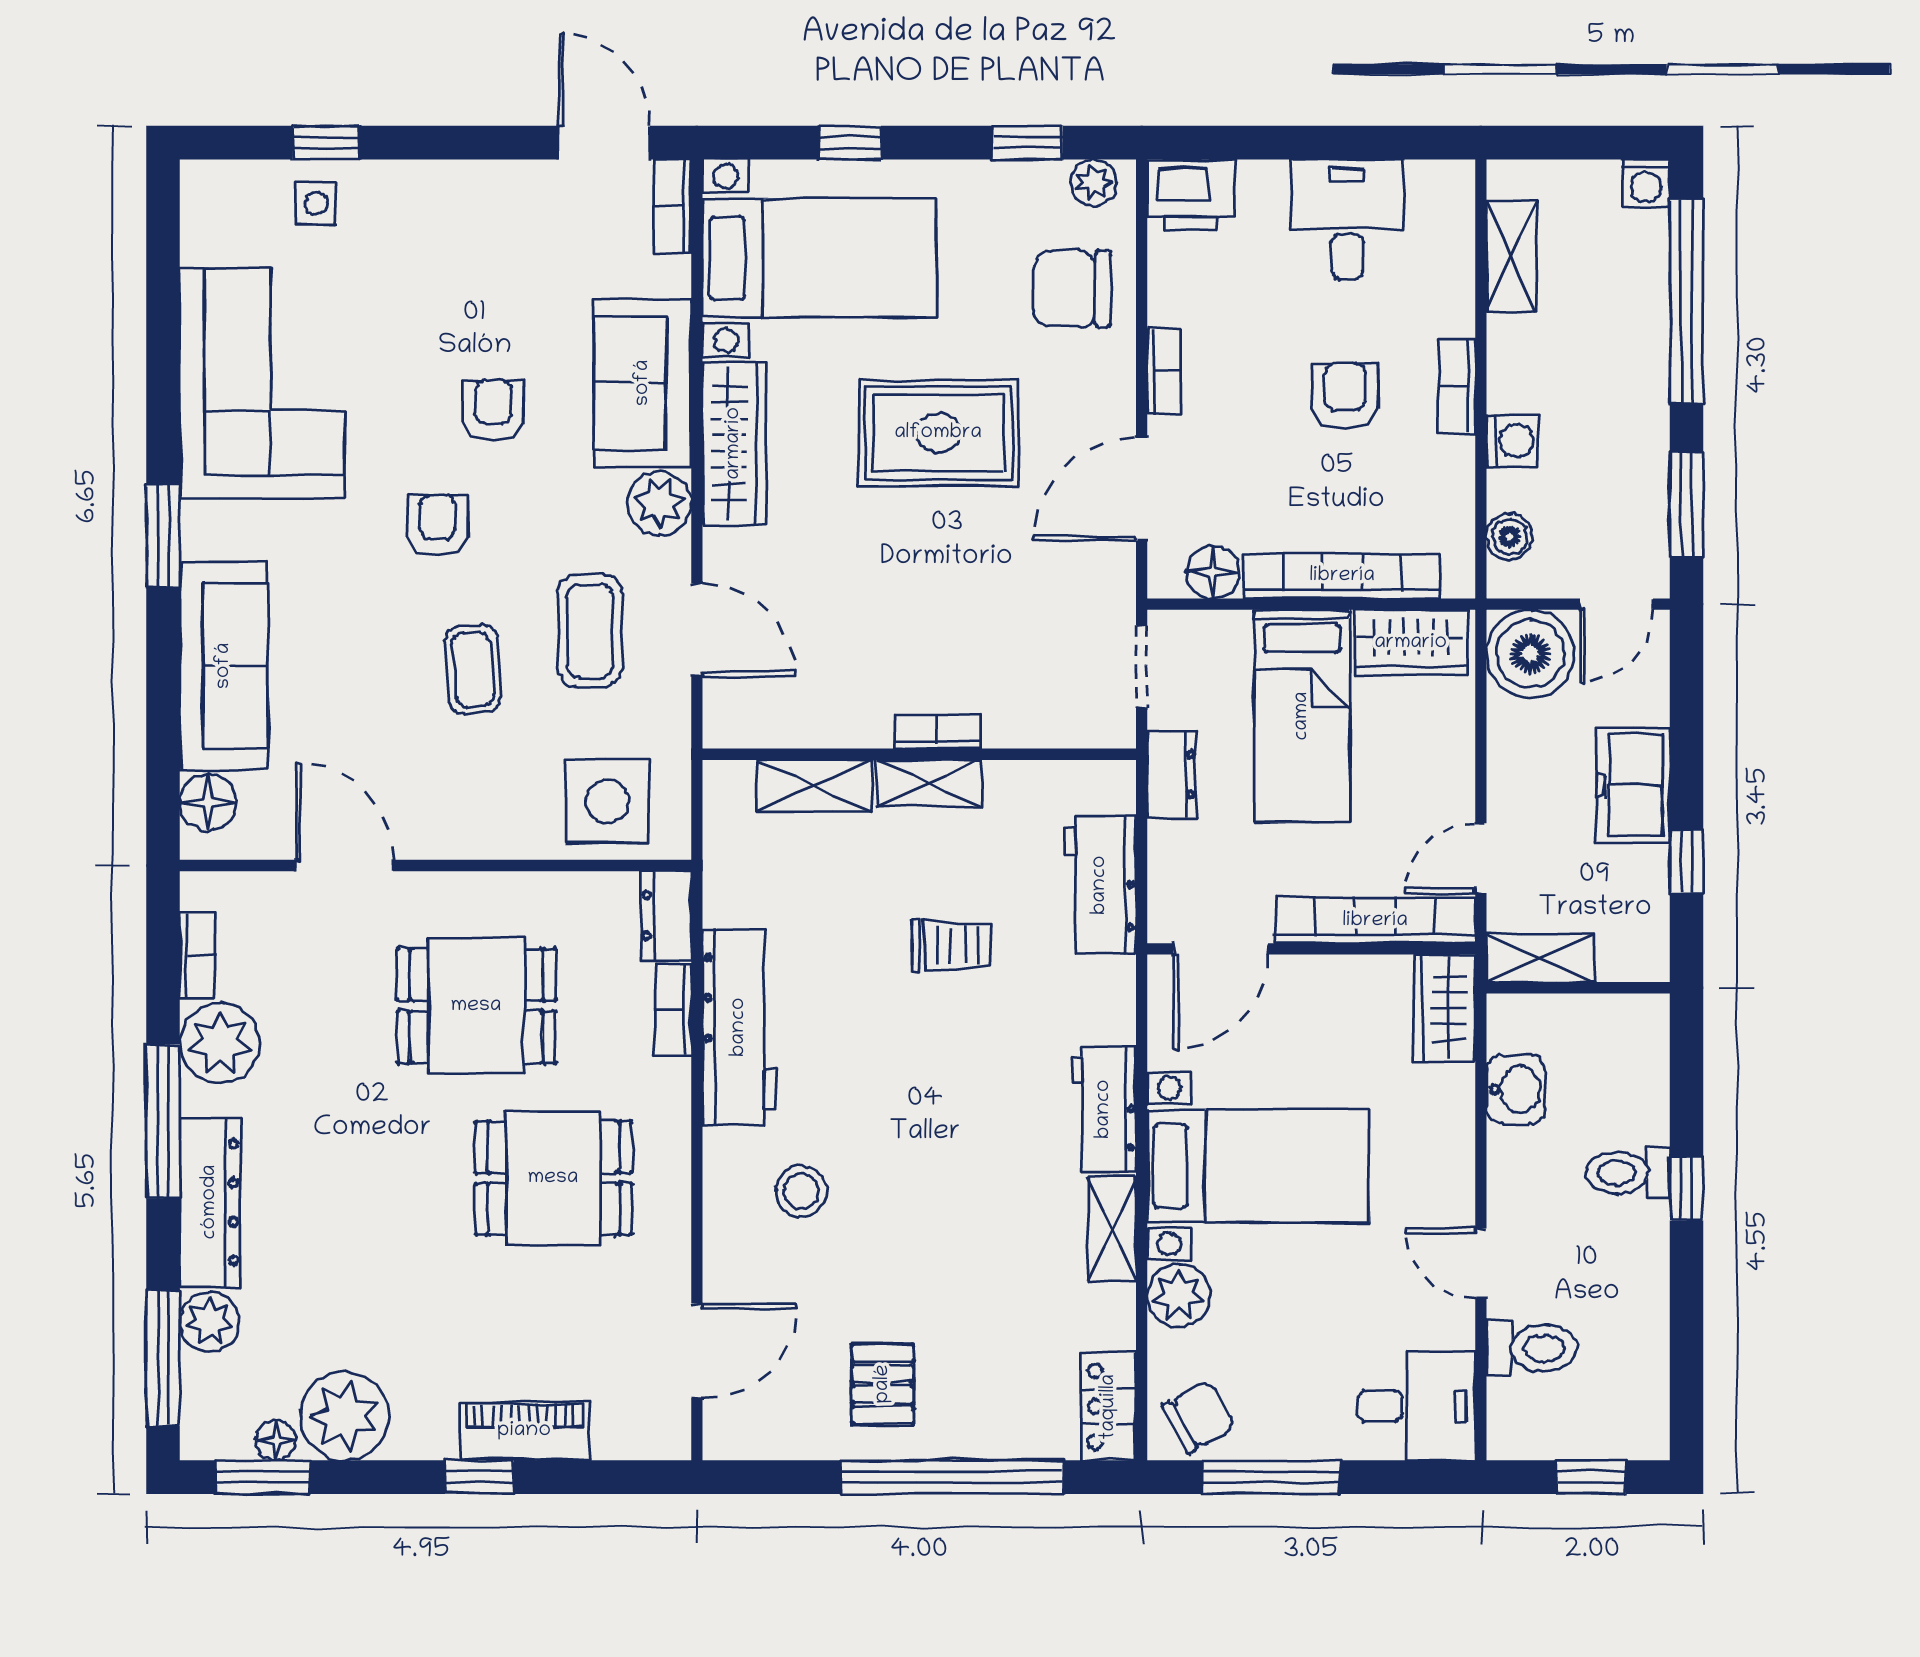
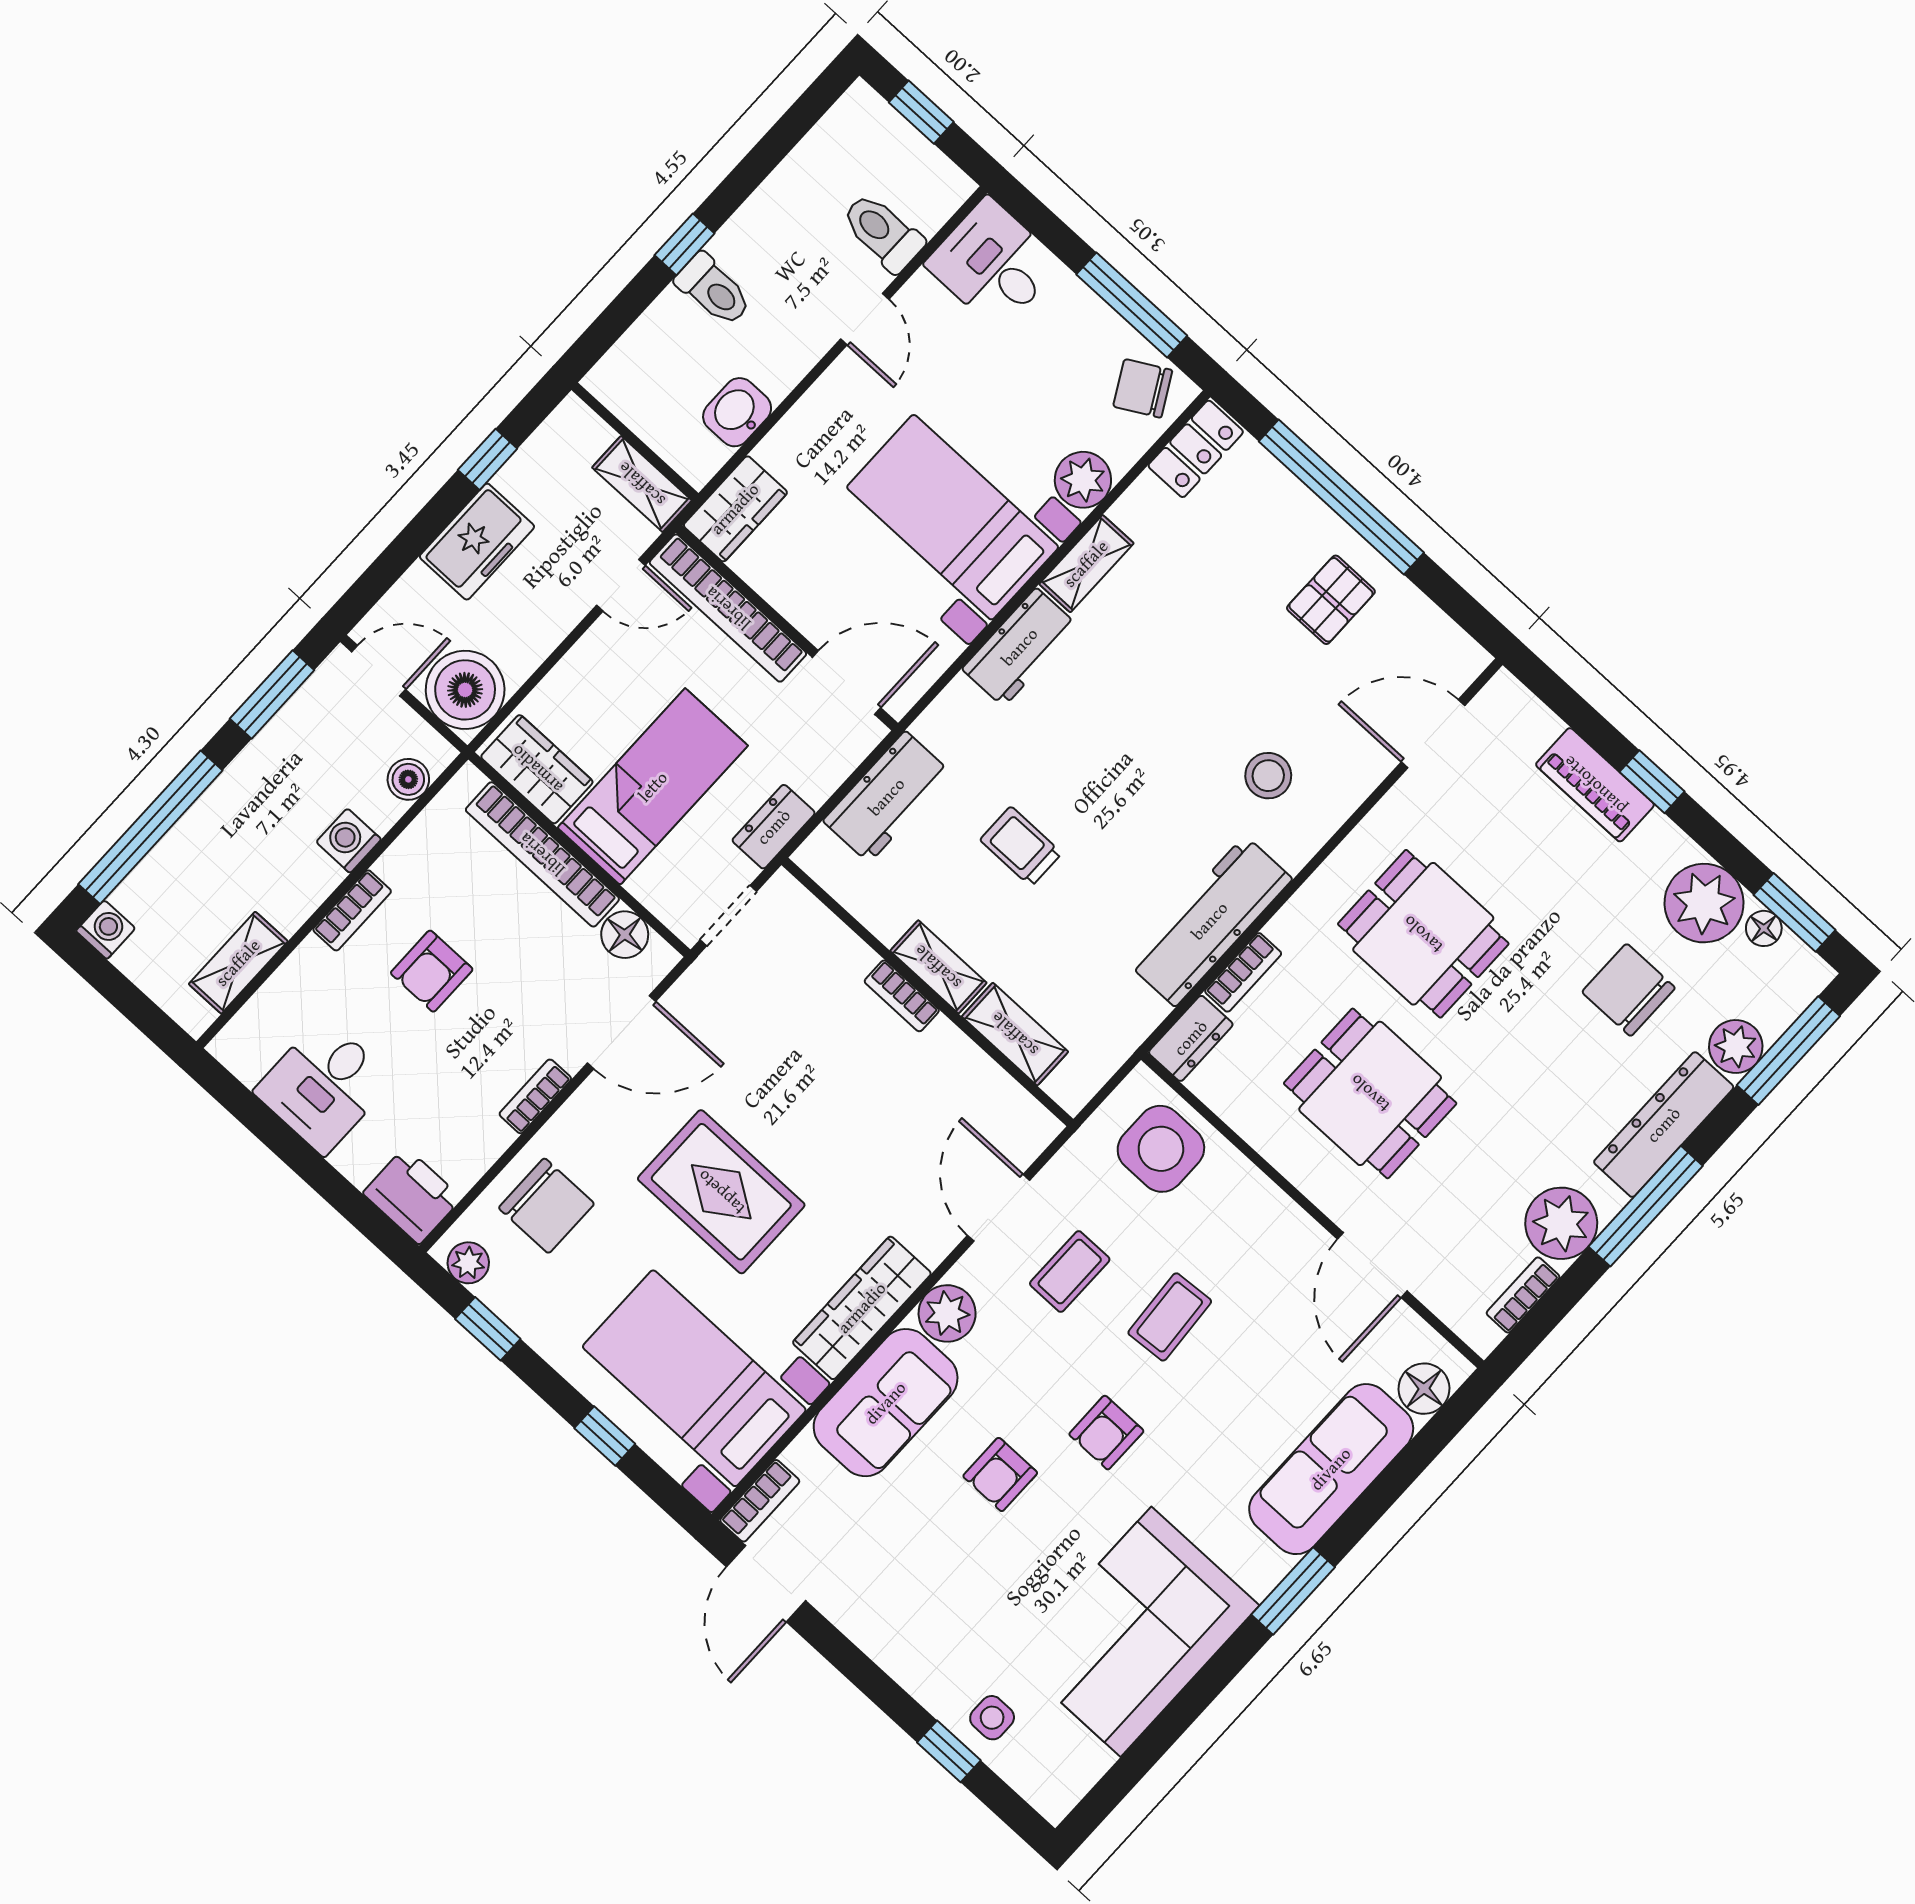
coffee table: (590, 631) -> (1070, 1272), width x0.73, depth x0.77
chair: (341, 1287) -> (1629, 990), added

